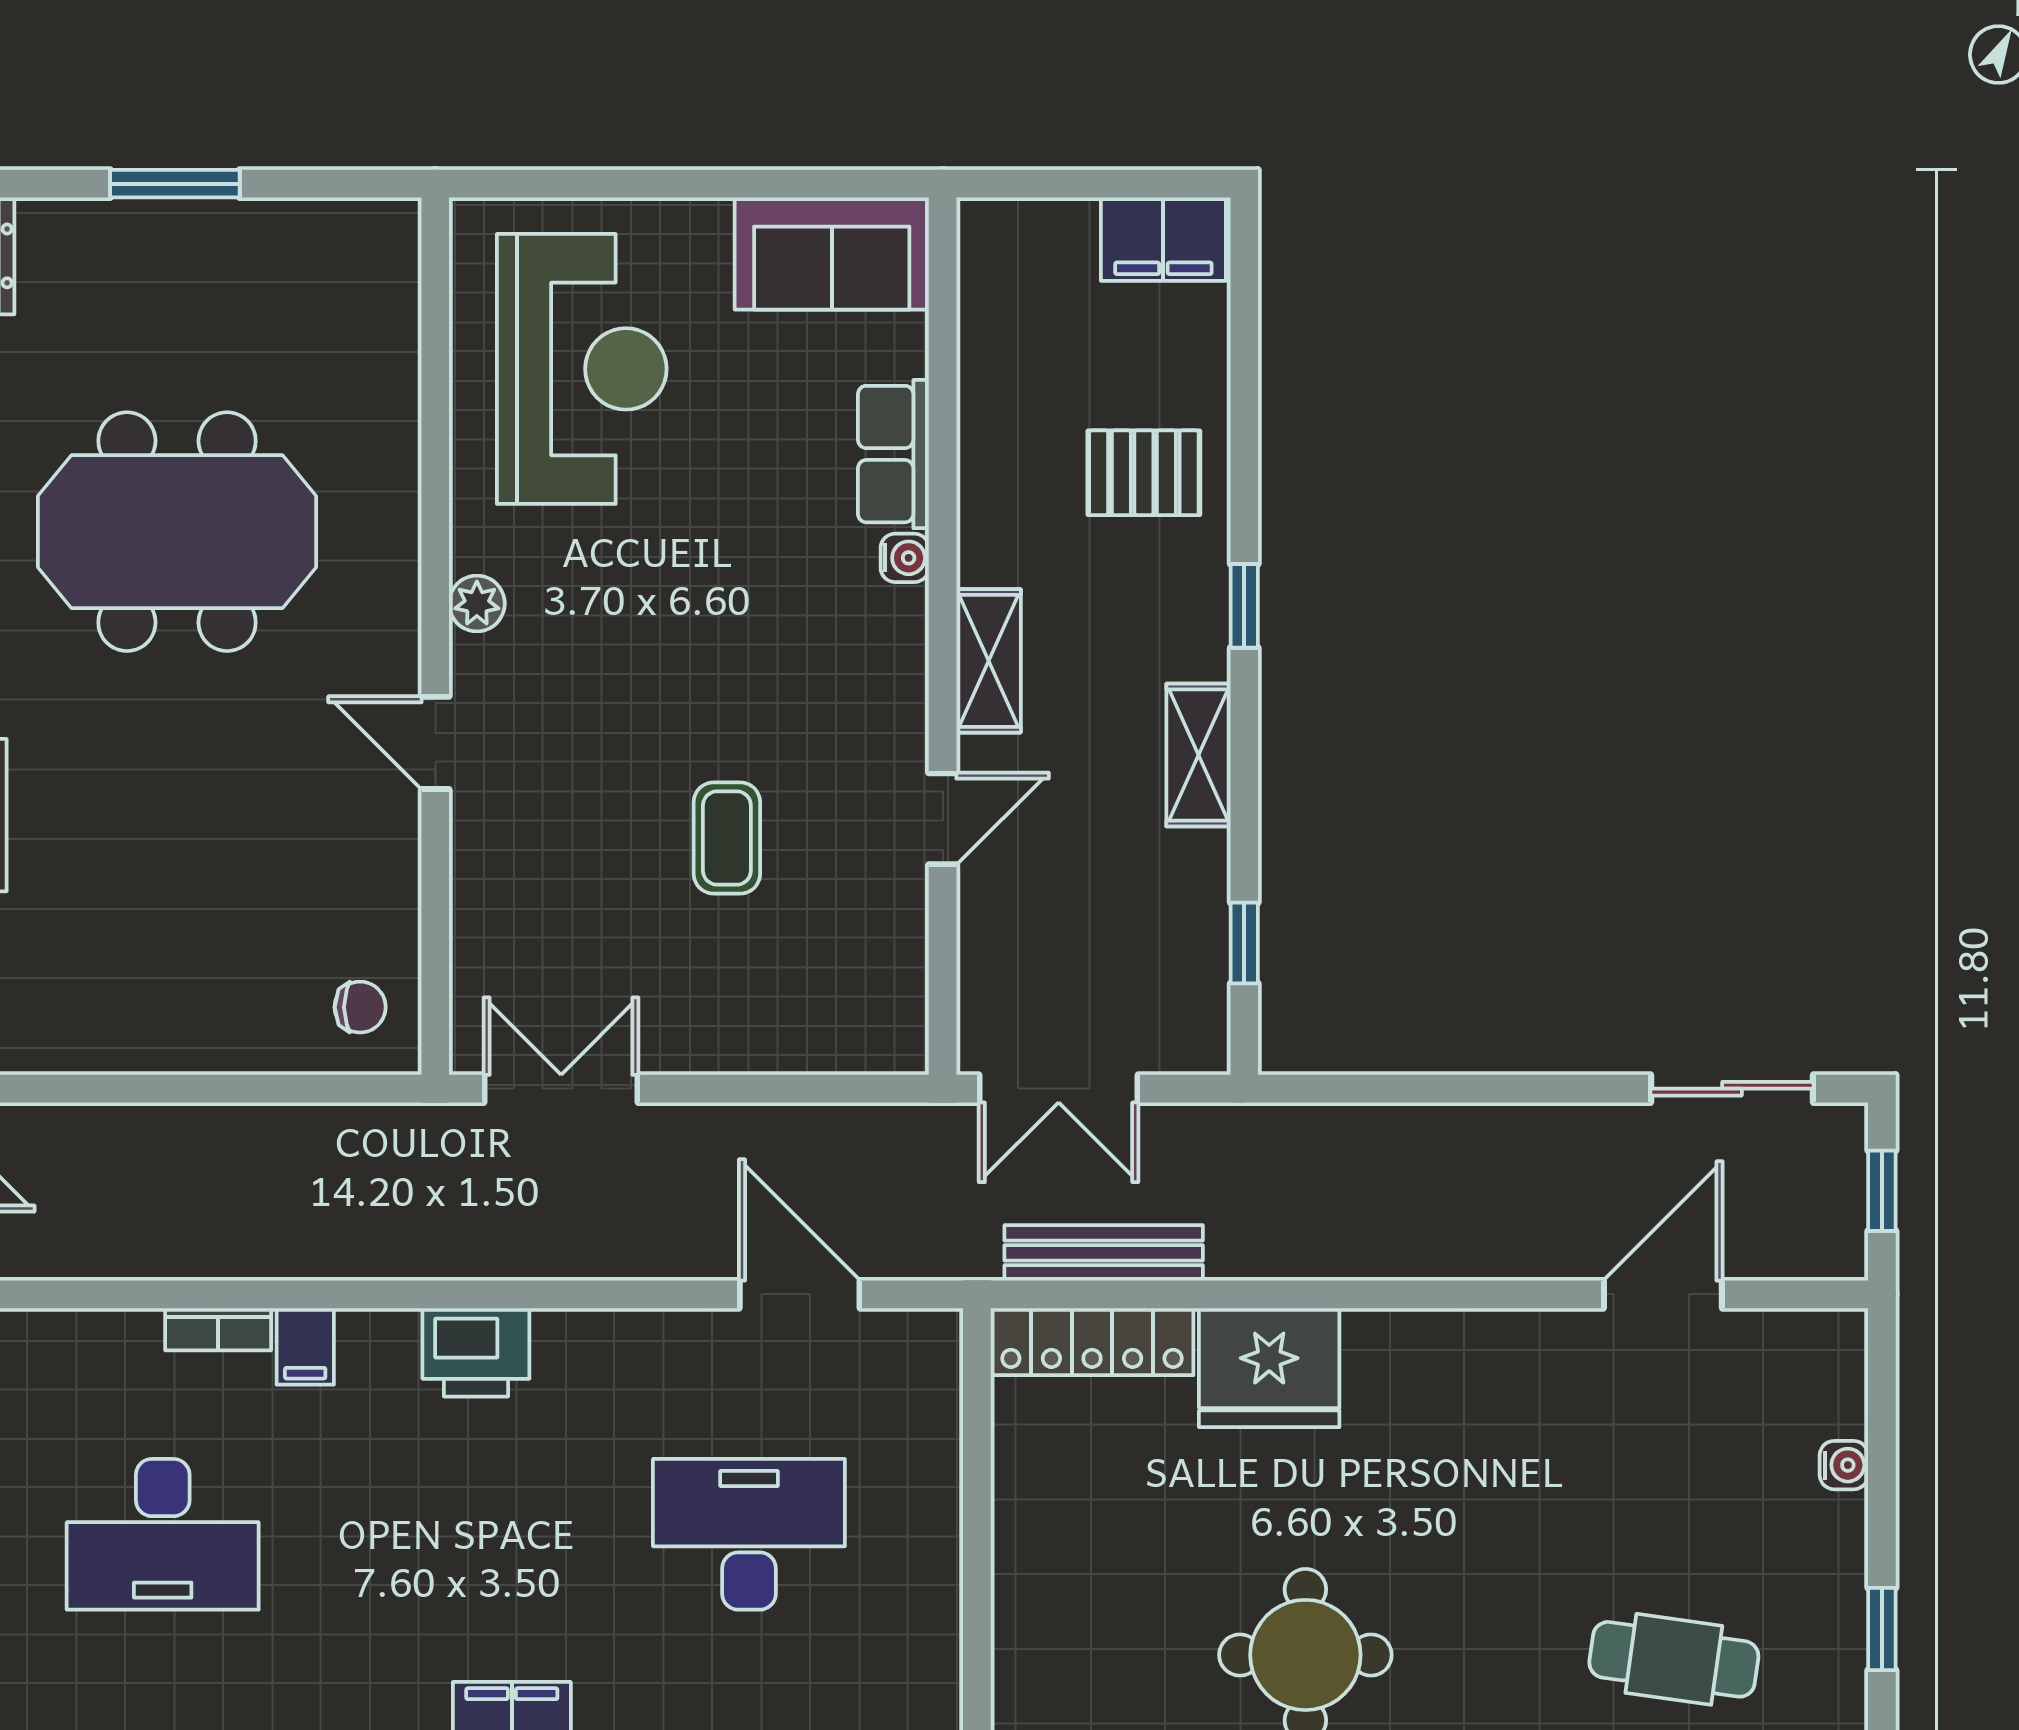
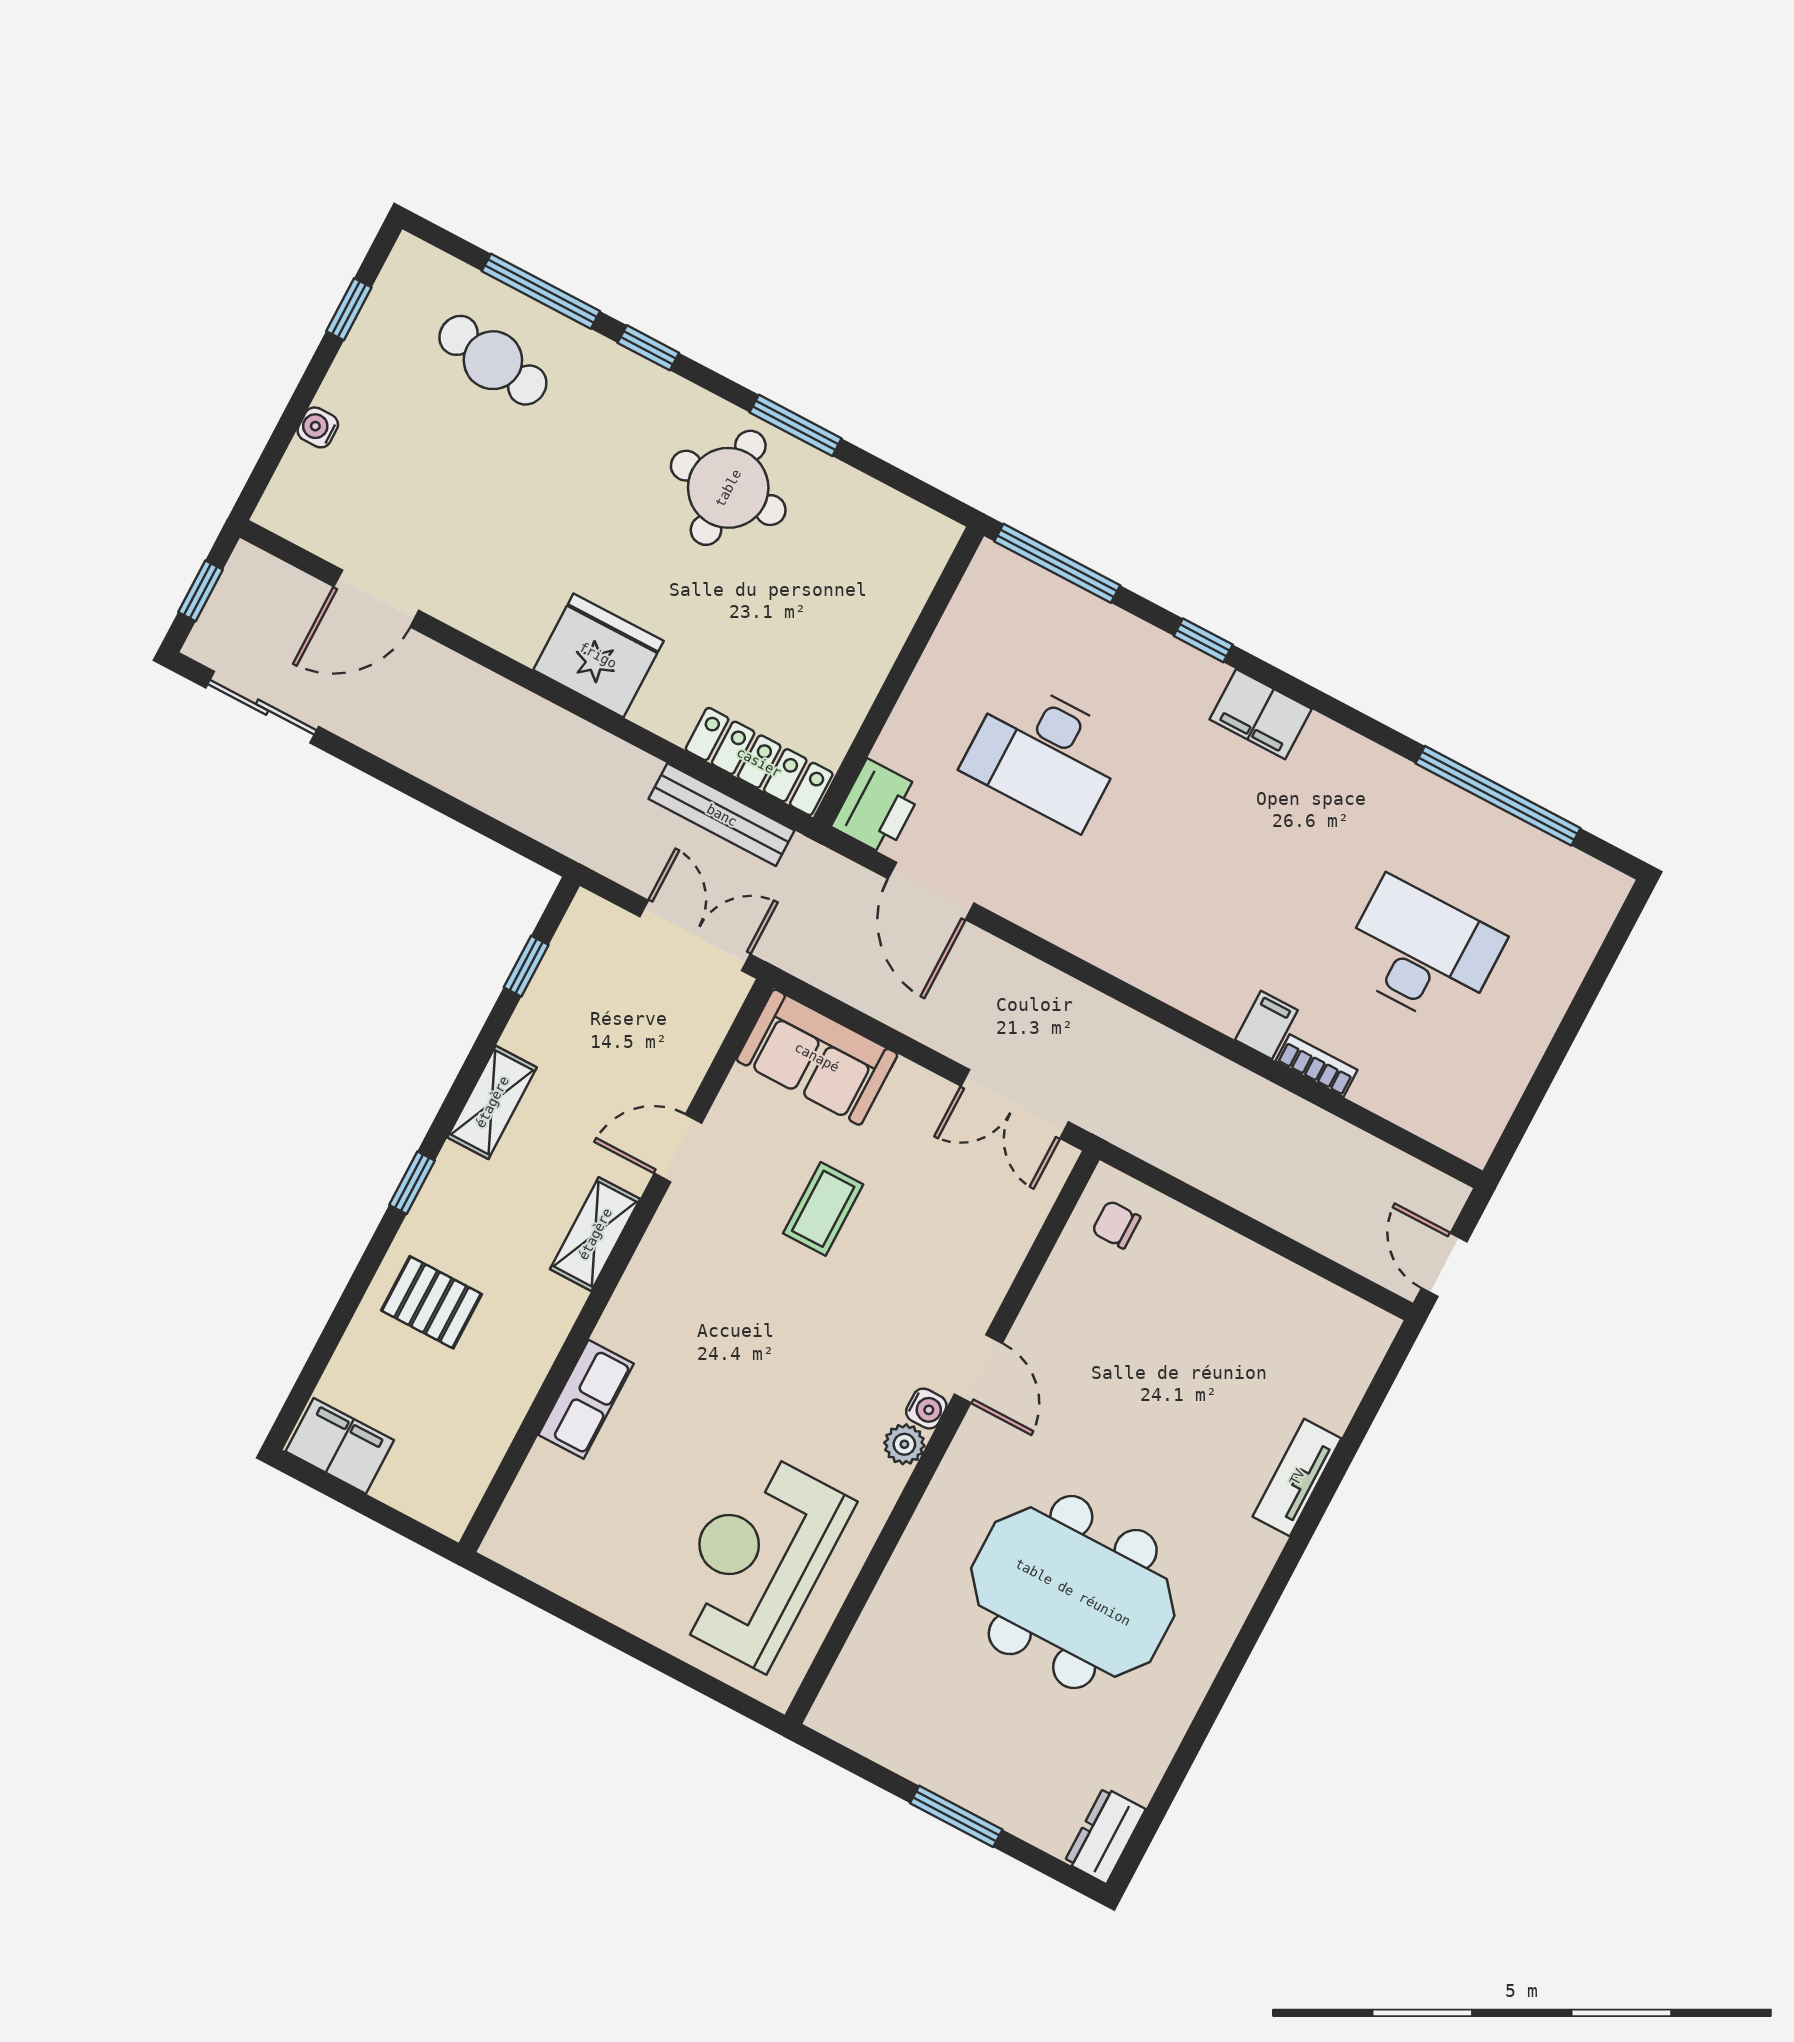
sofa: (832, 254) -> (817, 1057), moved, turned 180
water cooler: (905, 558) -> (926, 1409), moved, turned 180
printer: (476, 1352) -> (877, 807), moved, turned 90
fridge: (1269, 1368) -> (598, 655), moved

